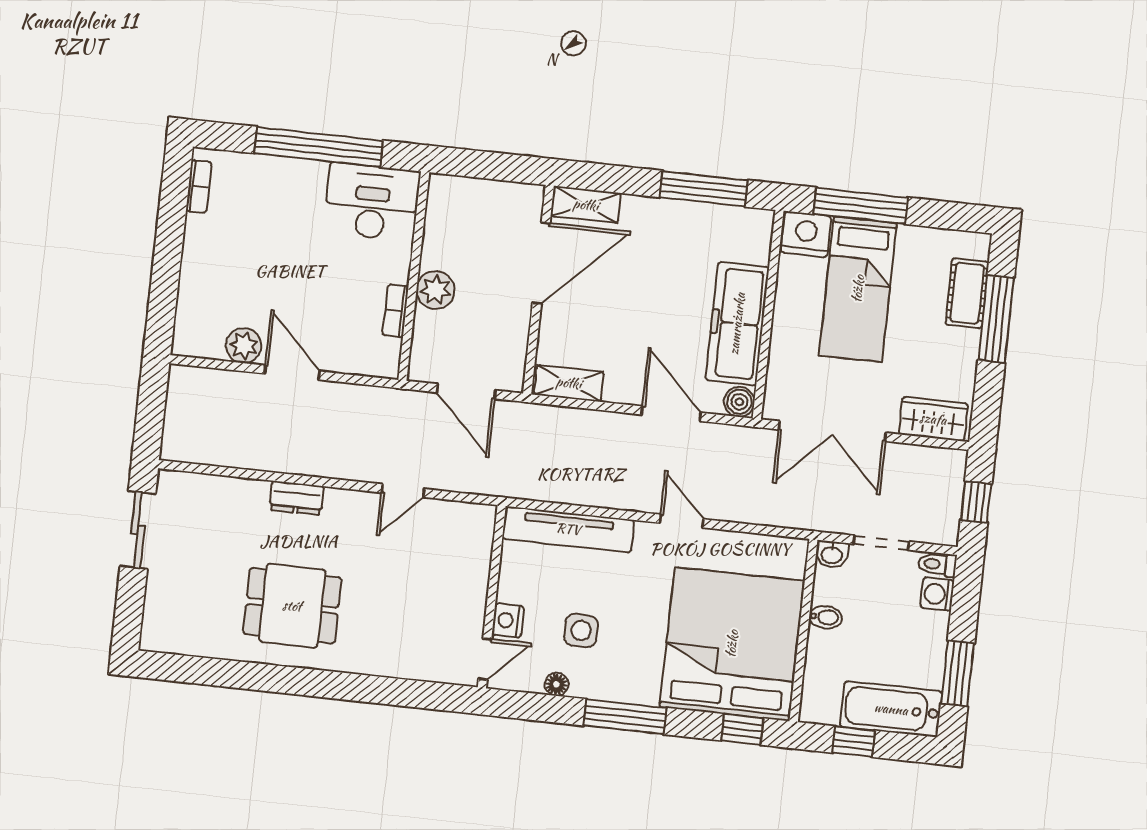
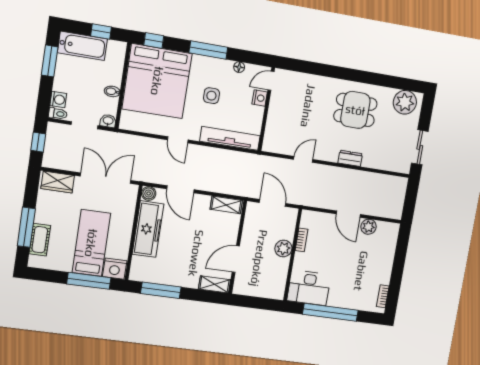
door: (541, 263) -> (236, 259), width x0.73
plant: (180, 629) -> (405, 102), added
side table: (581, 631) -> (211, 96), moved

